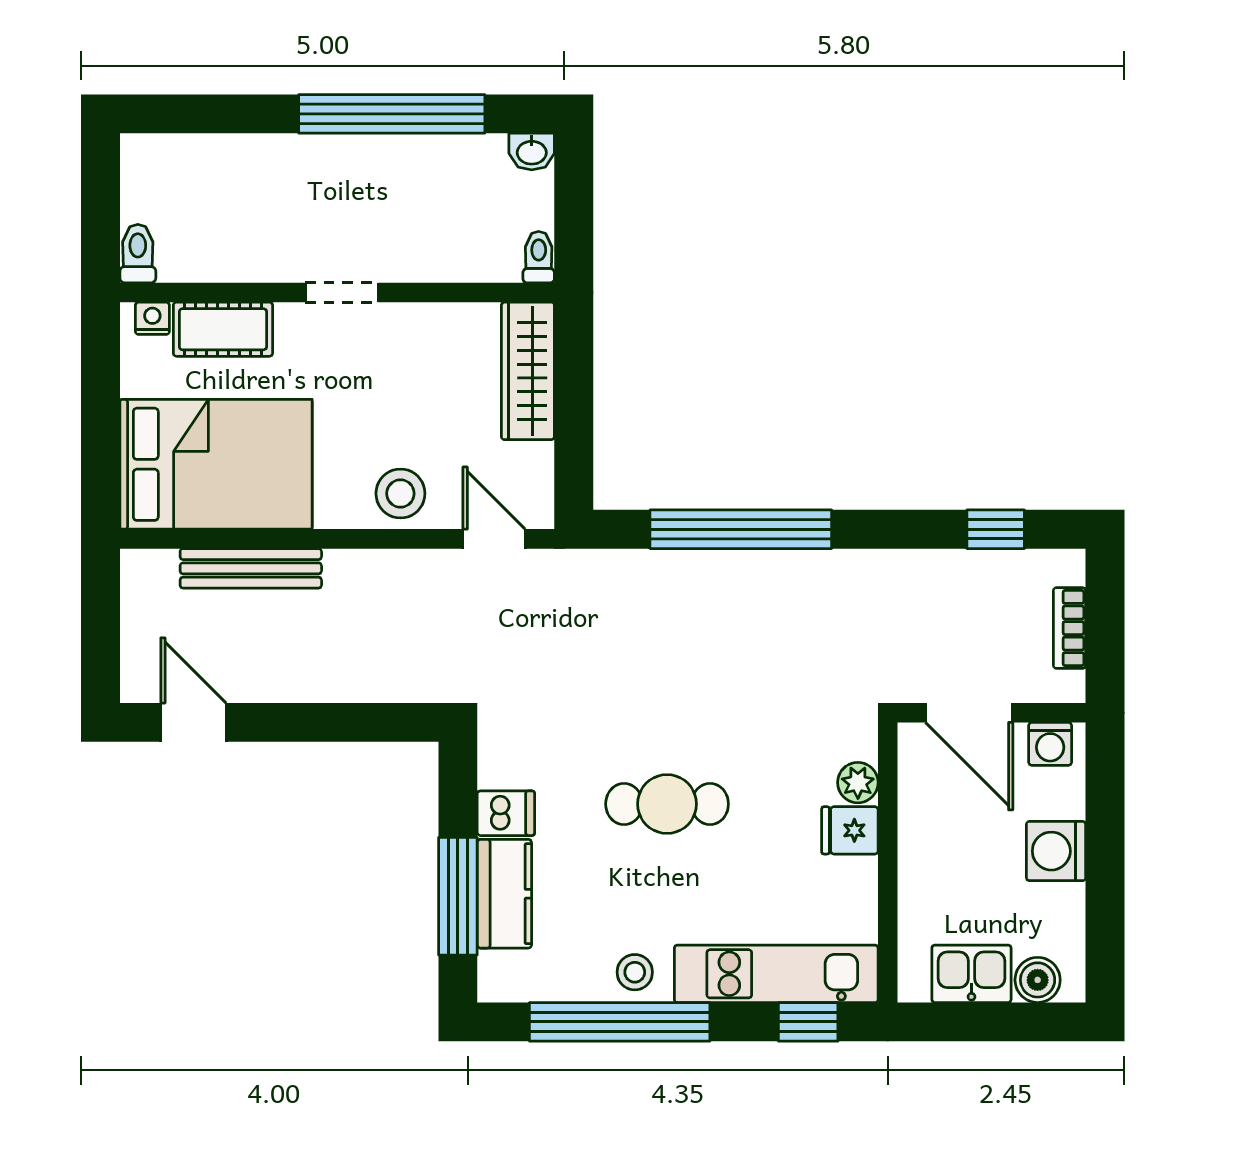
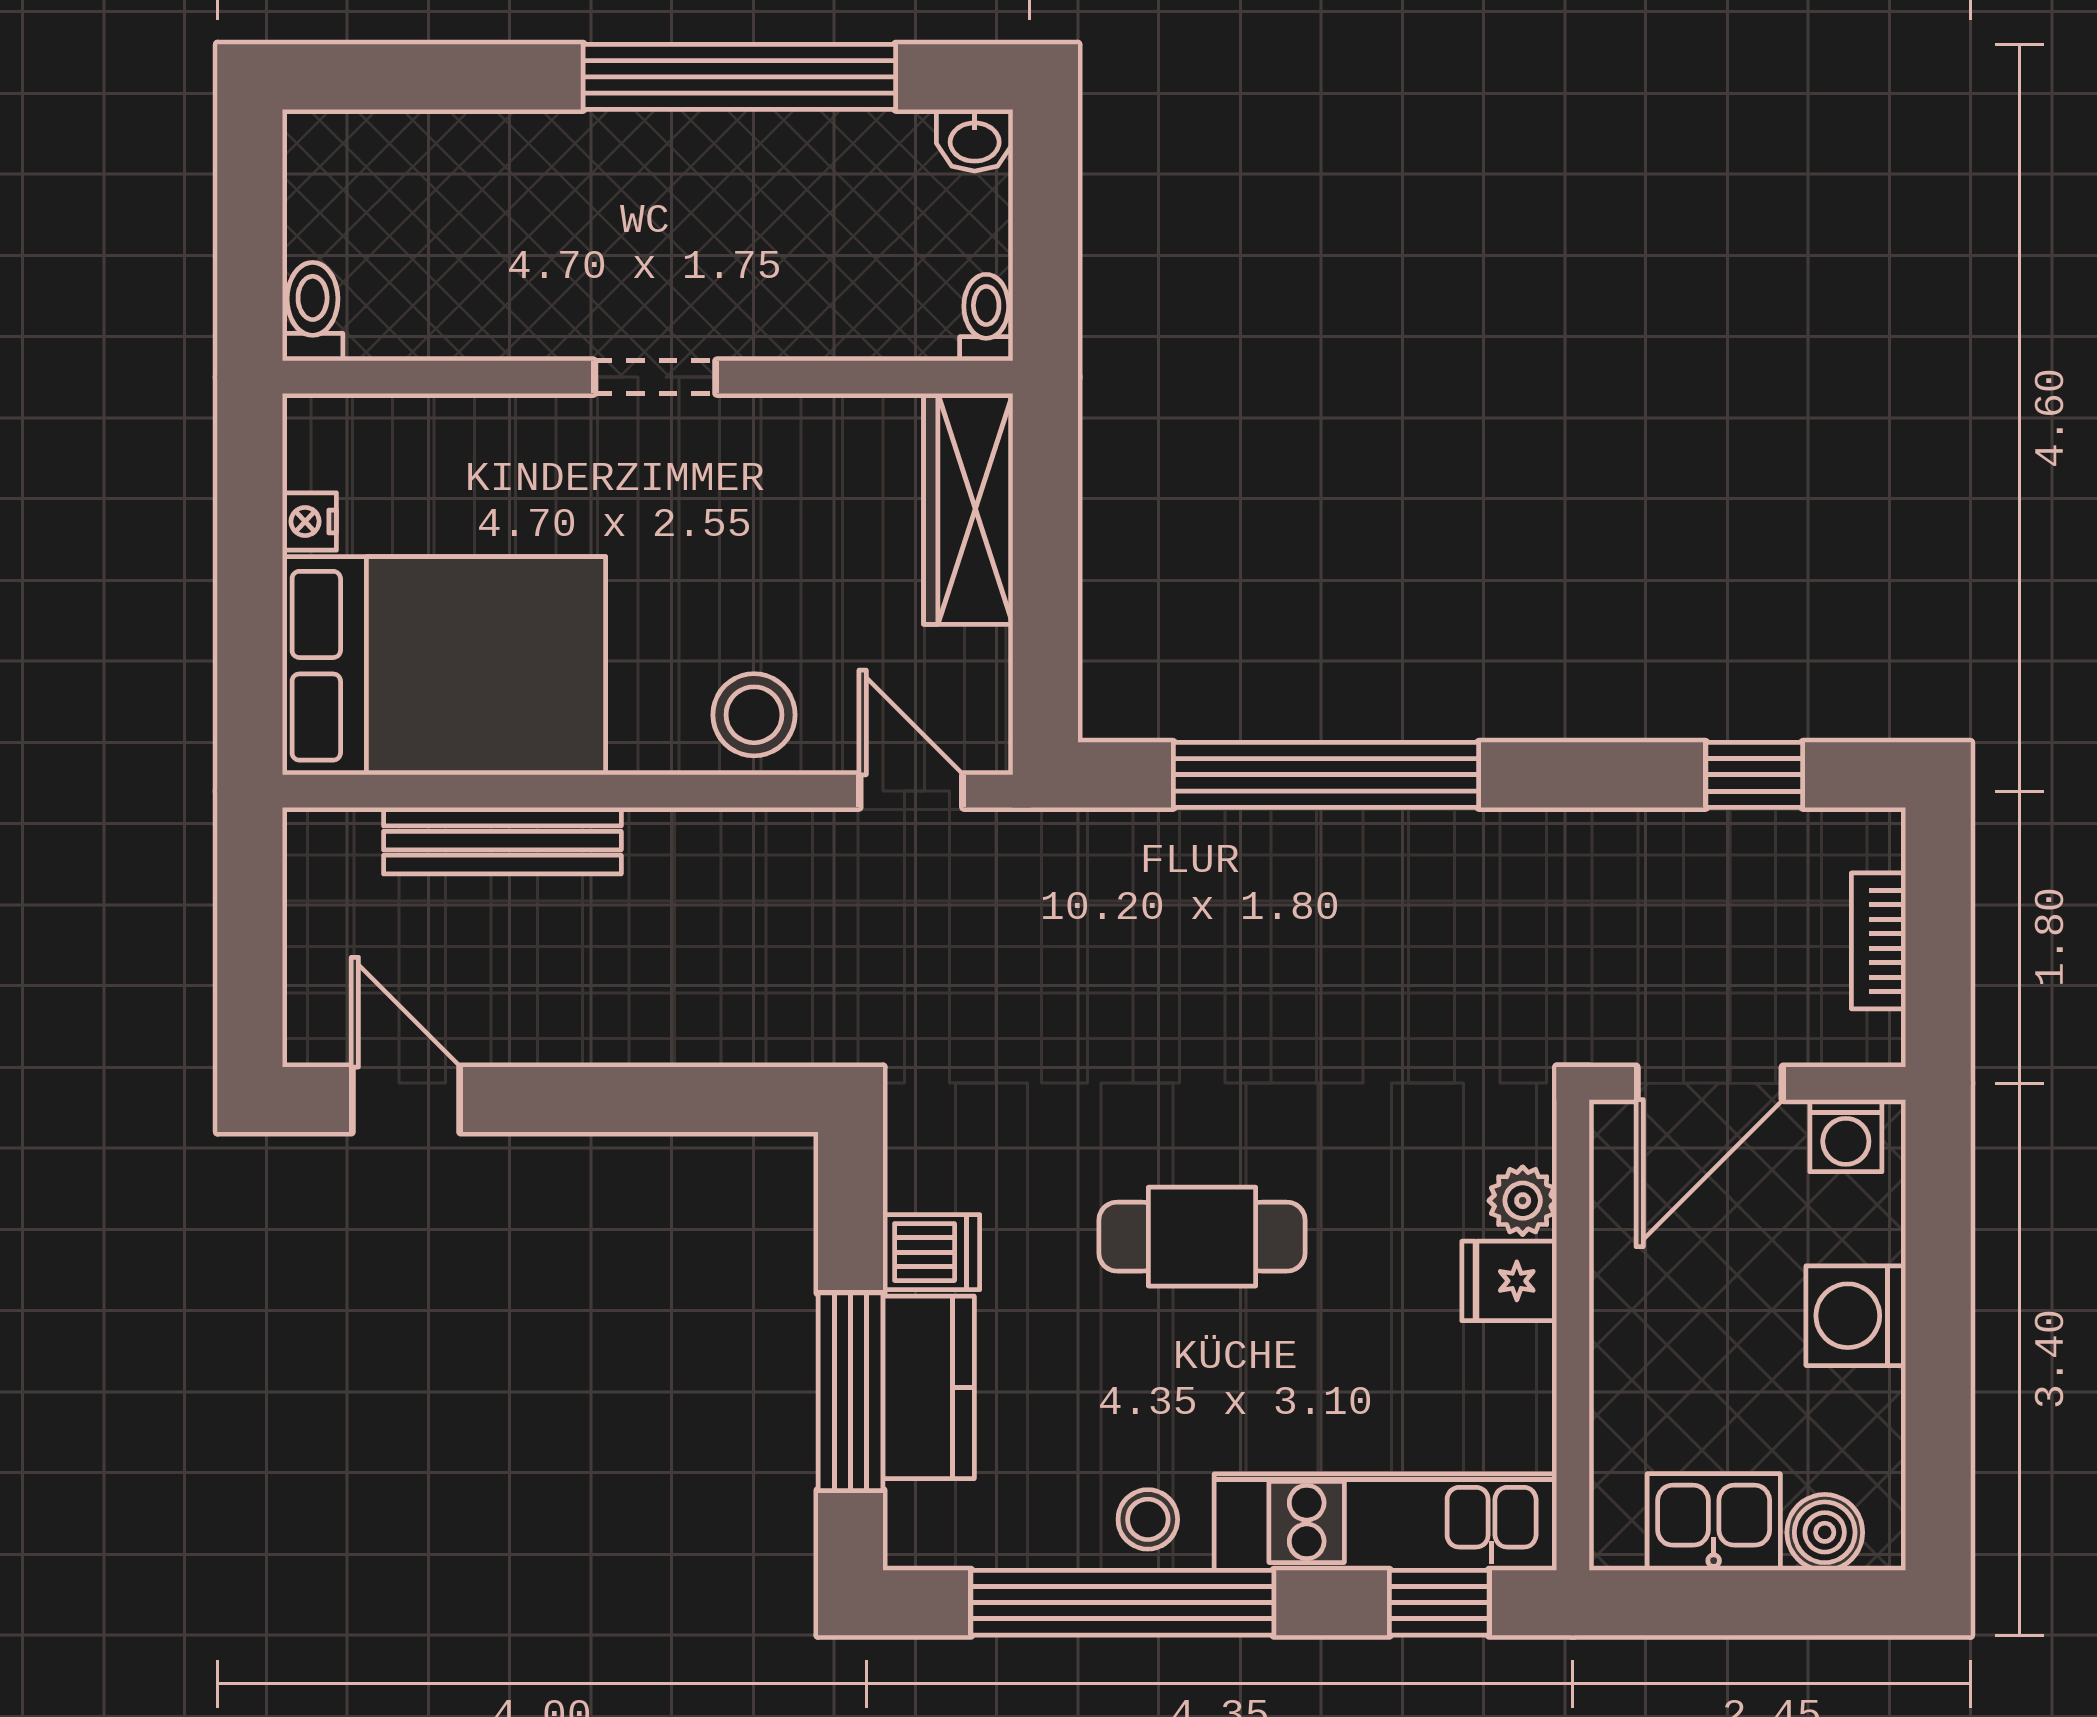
nightstand: (152, 318) -> (309, 521), moved, turned -90
cot: (223, 329) -> (456, 439), removed
door: (969, 713) -> (1710, 1083), hinge flipped

